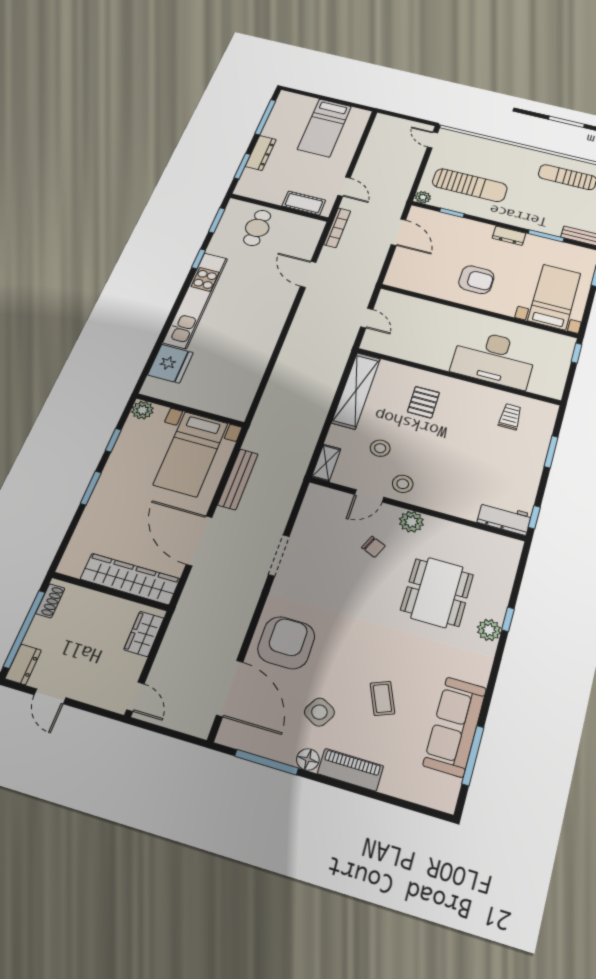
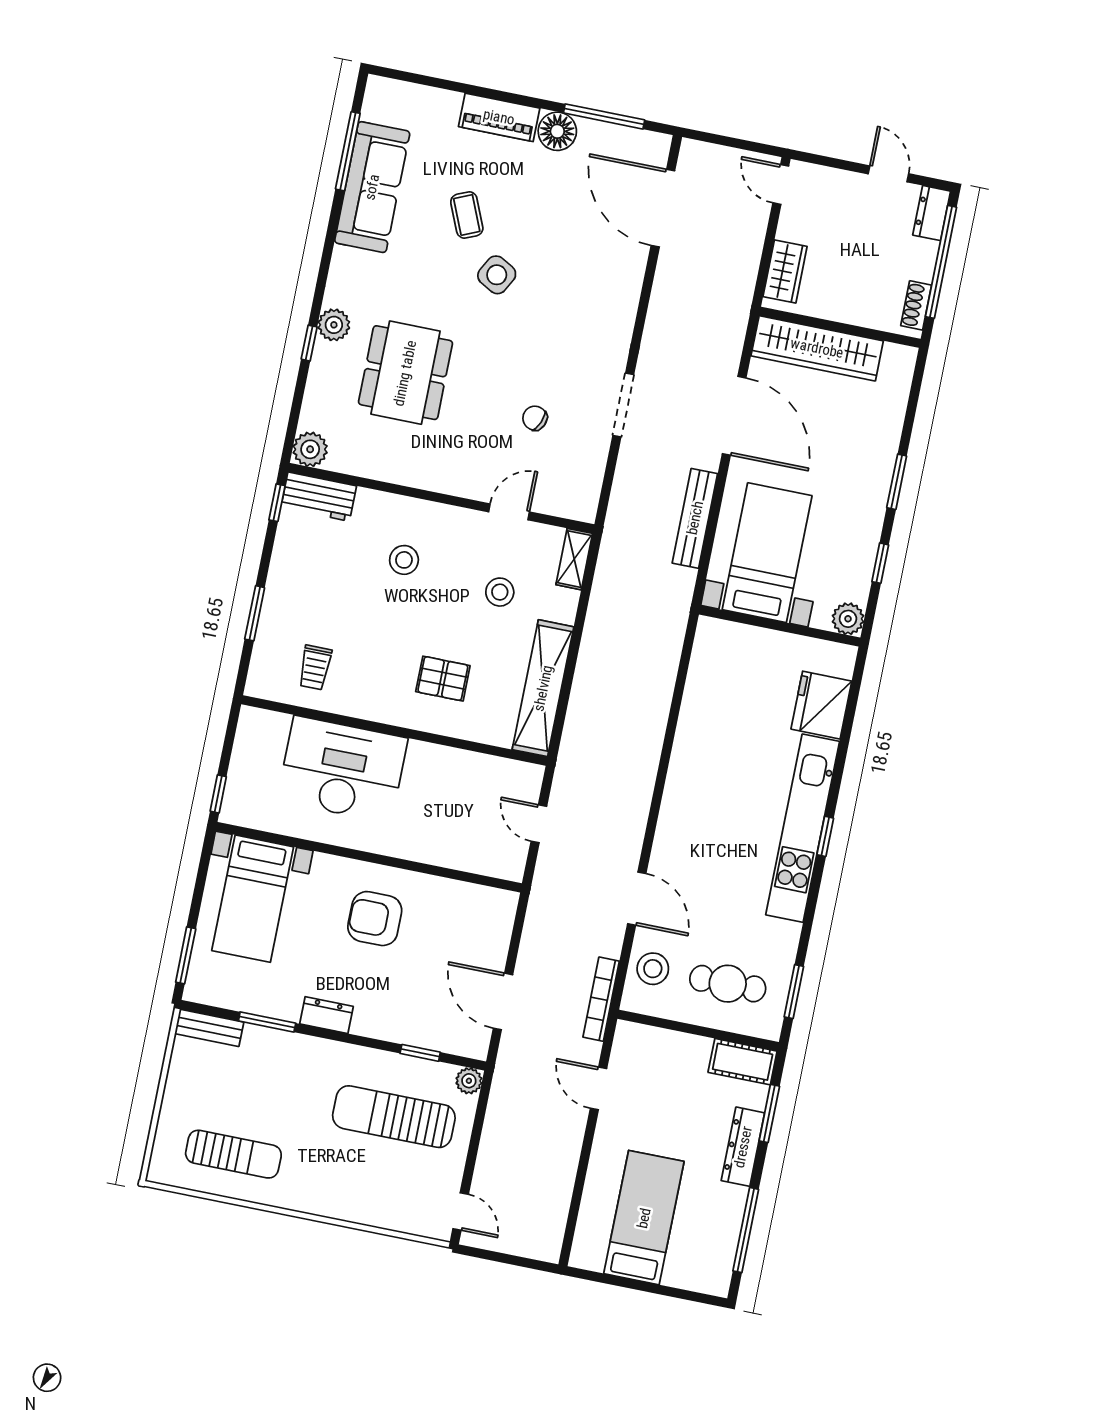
cot: (304, 203) -> (743, 1062), moved
cafe table: (257, 228) -> (728, 984), turned 90
stool: (303, 239) -> (653, 969), added
window: (199, 259) -> (825, 836), moved
pallet: (423, 402) -> (443, 679), turned 90
stool: (403, 484) -> (404, 560), moved
plant: (411, 522) -> (310, 449), moved
chair: (373, 547) -> (535, 418), moved
armchair: (286, 643) -> (598, 279), removed
side table: (319, 712) -> (497, 275), moved
floor lamp: (308, 759) -> (557, 131), width x1.38, depth x1.38

